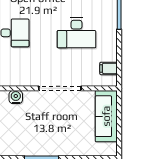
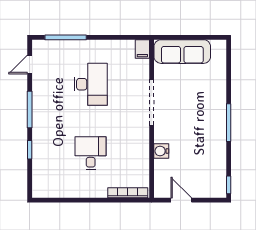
filing cabinet: (109, 68) -> (142, 49), moved

